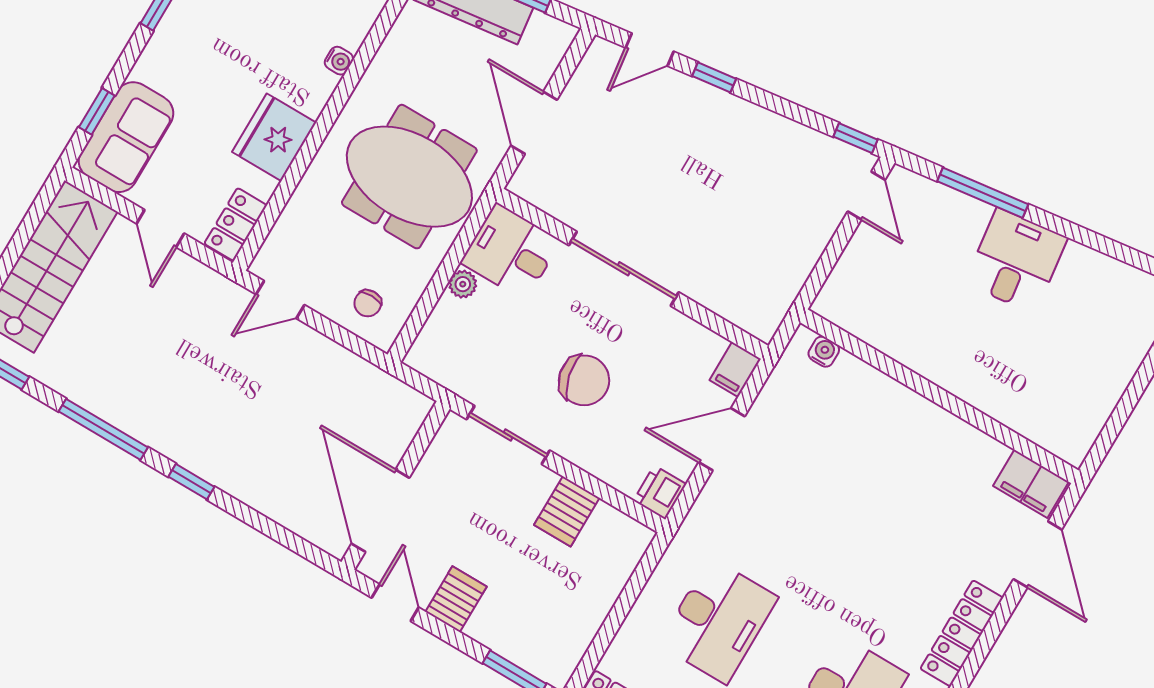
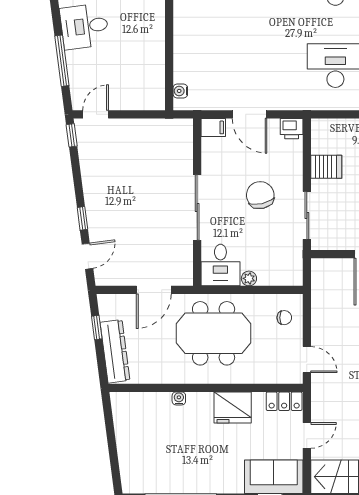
door: (650, 50) -> (87, 256), hinge flipped
meeting table: (409, 177) -> (214, 333), turned 90

